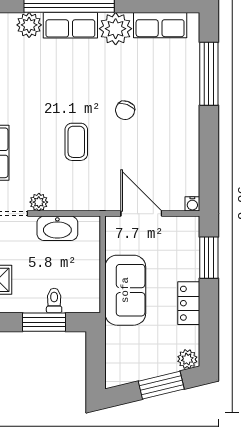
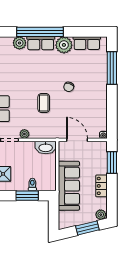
washbasin: (57, 228) -> (46, 147), moved
sofa: (125, 290) -> (69, 186), width x1.36

